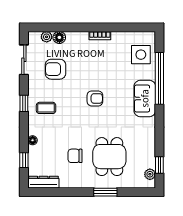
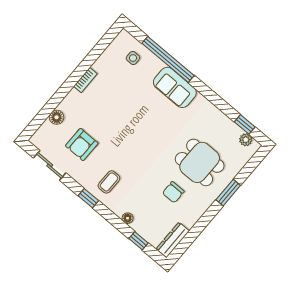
plant: (47, 37) -> (46, 128), removed
side table: (141, 55) -> (133, 58), width x0.54, depth x0.54
armchair: (95, 98) -> (137, 132), removed

